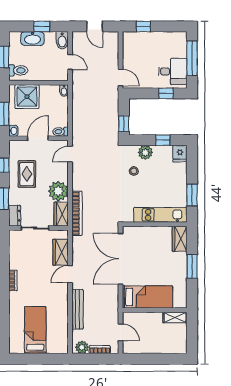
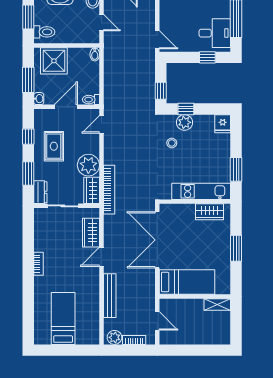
window: (163, 140) -> (186, 109), moved
wardrobe: (180, 239) -> (210, 212), moved, turned -90

